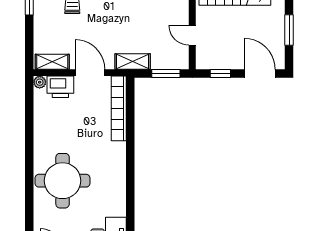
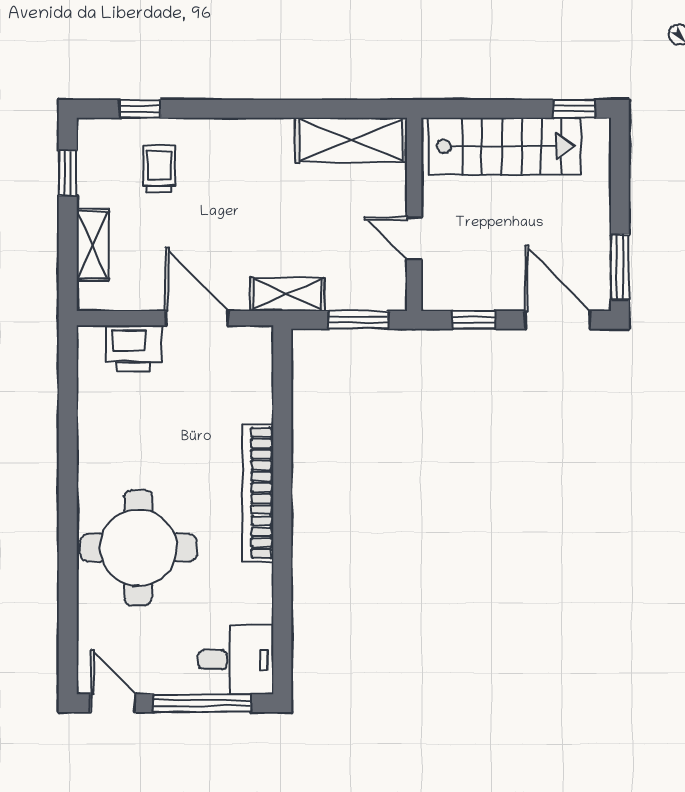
window: (289, 30) -> (620, 267), moved
shelving: (52, 62) -> (93, 245), moved, turned 90
plant: (40, 82) -> (90, 338), removed
bookcase: (119, 108) -> (258, 493), moved

